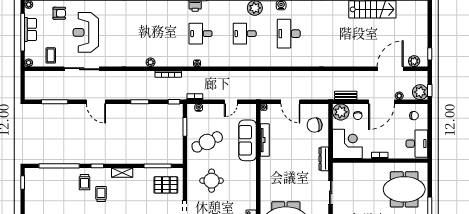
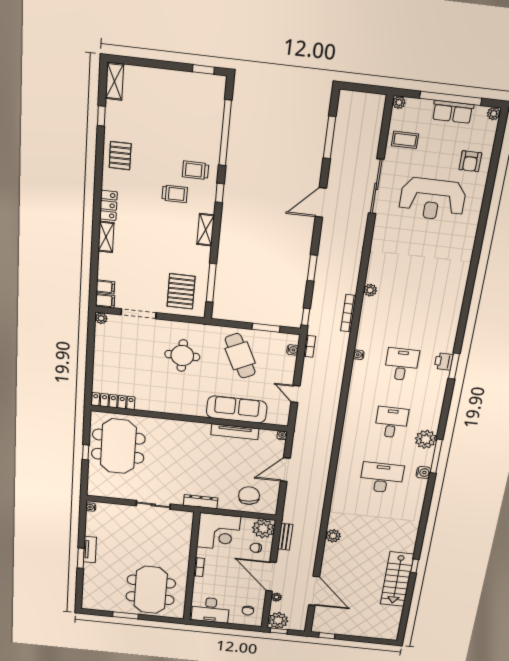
reception desk: (86, 32) -> (432, 199), turned 180
plant: (414, 61) -> (333, 536), moved

